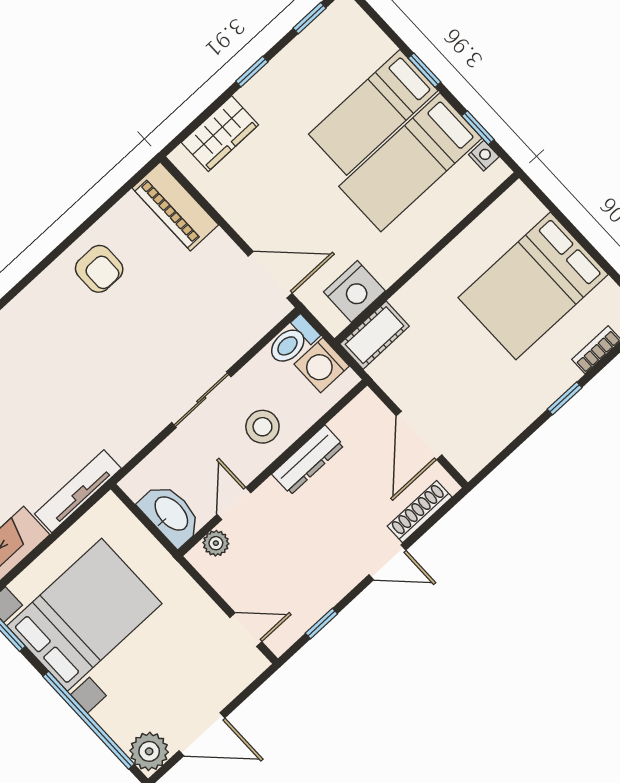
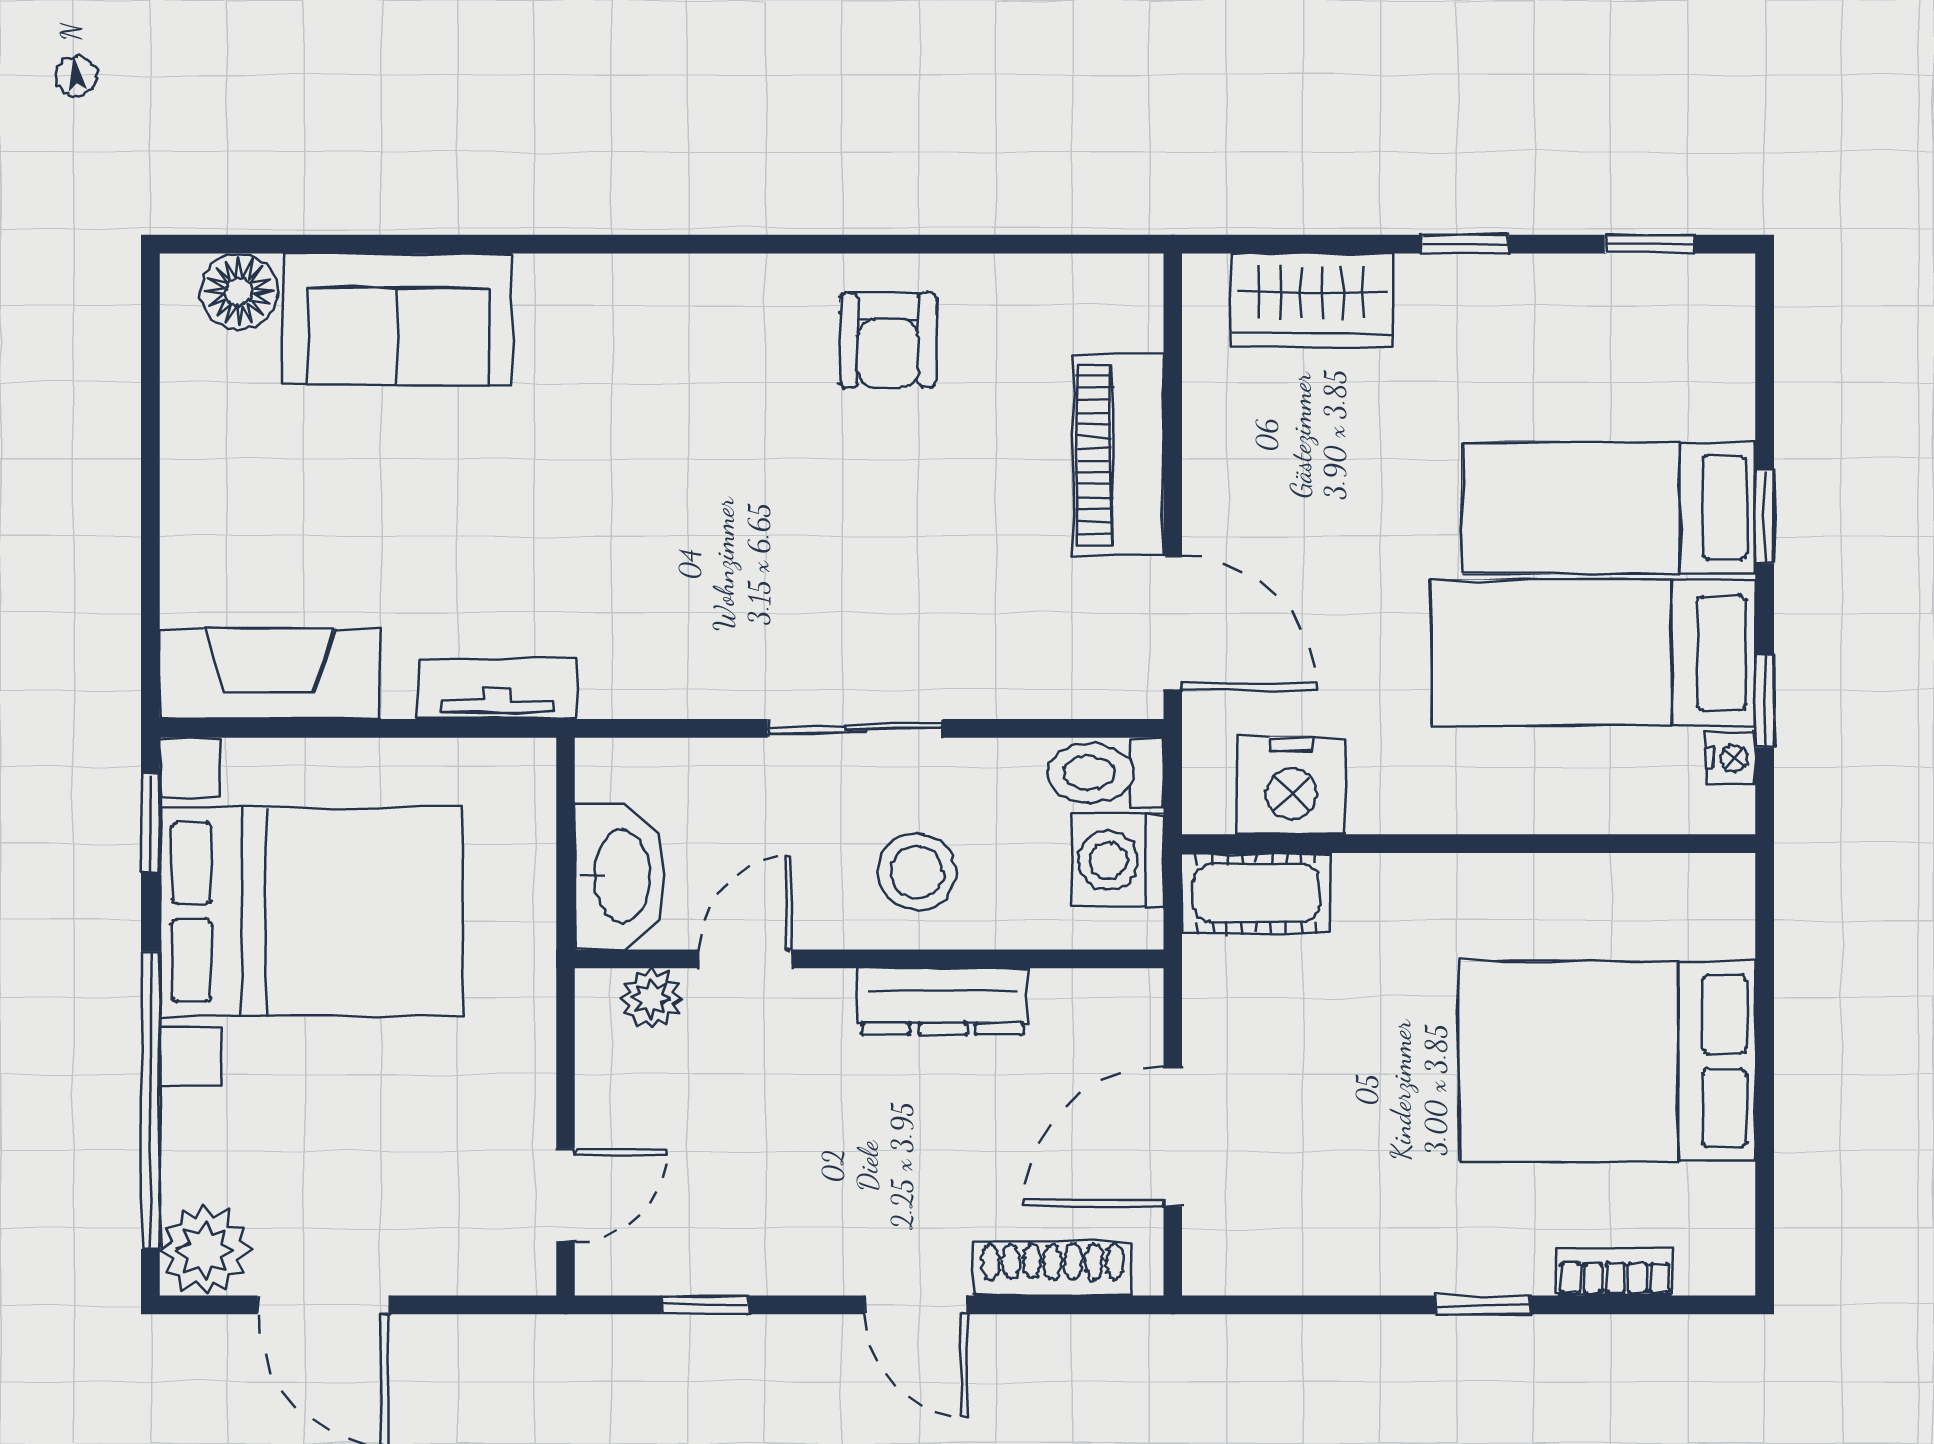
piano: (175, 206) -> (1118, 454), moved
tv unit: (78, 491) -> (497, 689), width x0.71
door: (246, 630) -> (565, 1195), hinge flipped

